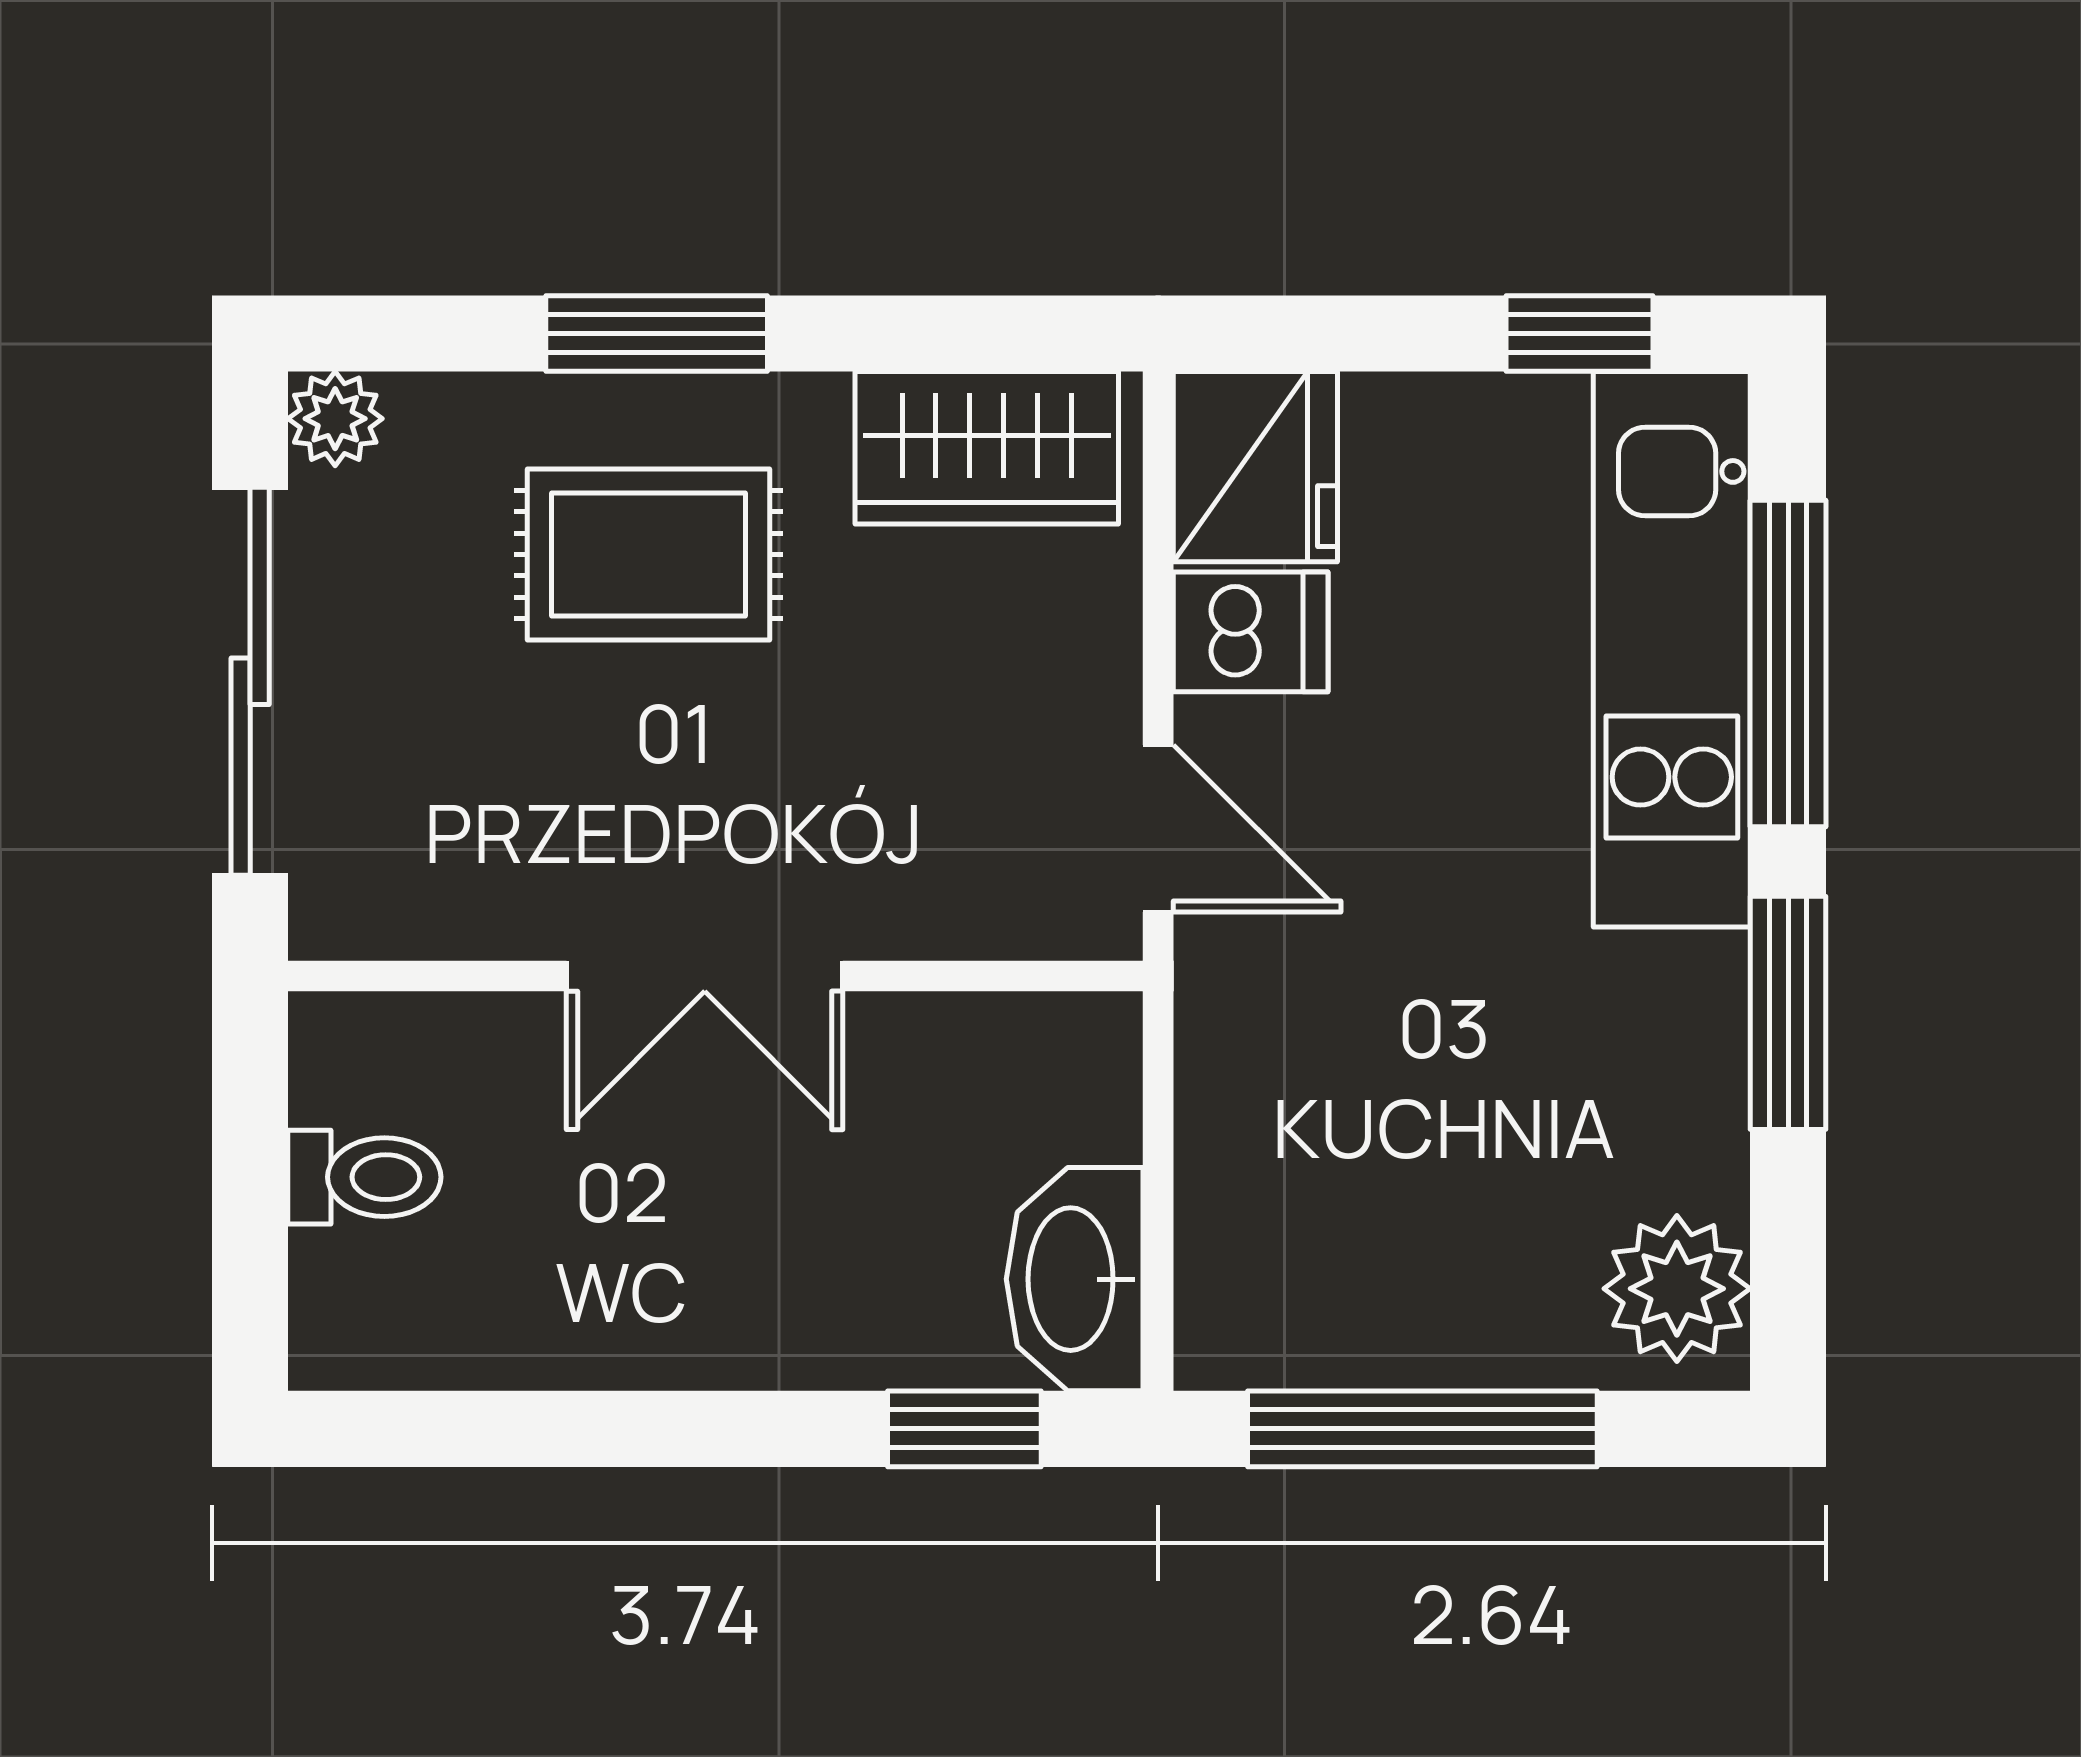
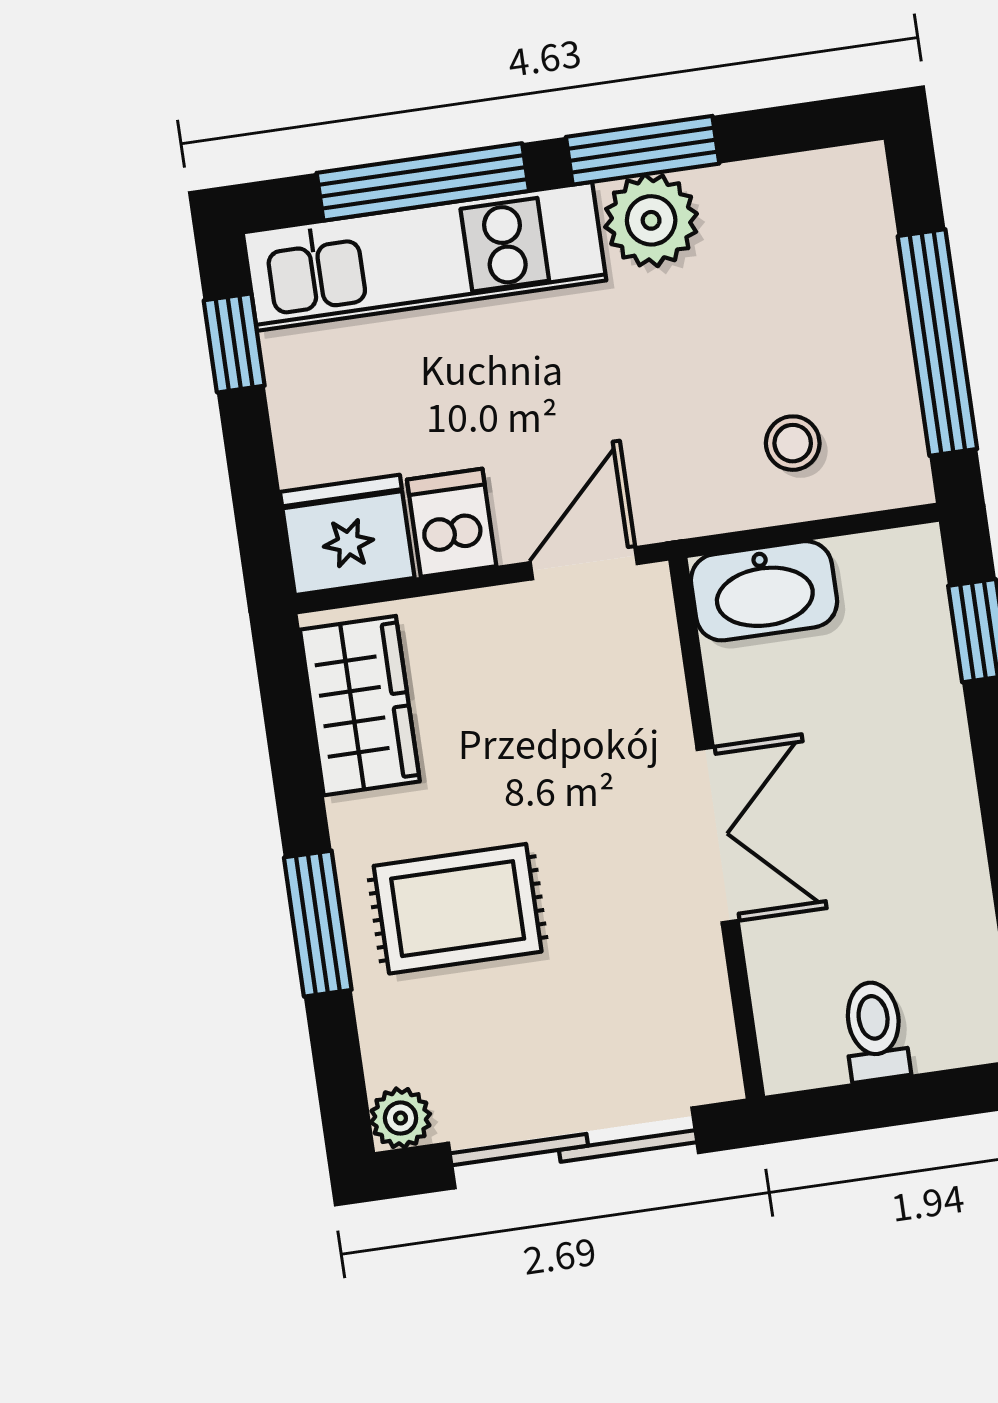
rug: (648, 555) -> (458, 909), turned 90
stool: (1298, 1181) -> (793, 443), added
washbasin: (1075, 1279) -> (764, 591), moved
plant: (1677, 1289) -> (651, 220), moved

